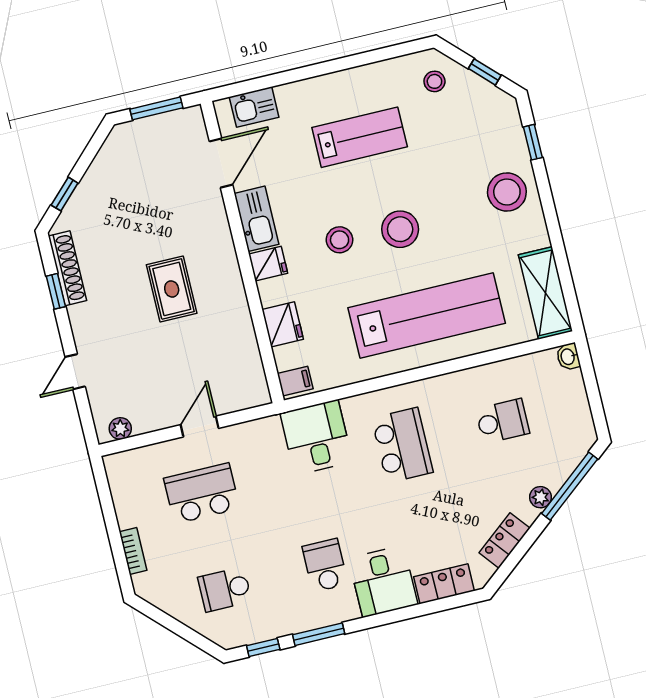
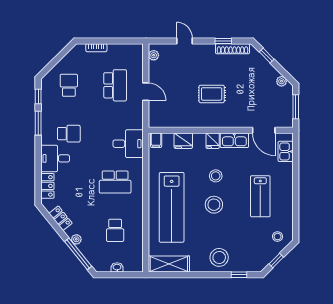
plant: (111, 150) -> (281, 81), added
washbasin: (568, 357) -> (117, 267), moved

